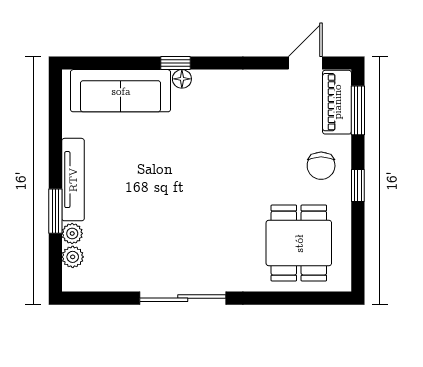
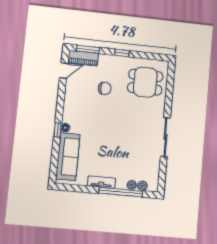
door: (305, 63) -> (64, 71), swing flipped
chair: (321, 166) -> (105, 88), moved
tv unit: (73, 180) -> (101, 182), width x0.71
window: (55, 211) -> (121, 192), width x2.11

